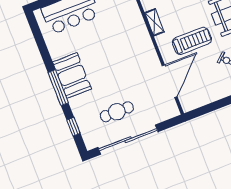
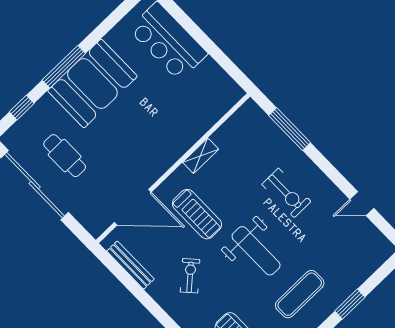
booth: (72, 75) -> (92, 83), width x1.36, depth x1.42
bench: (207, 99) -> (130, 265), added

